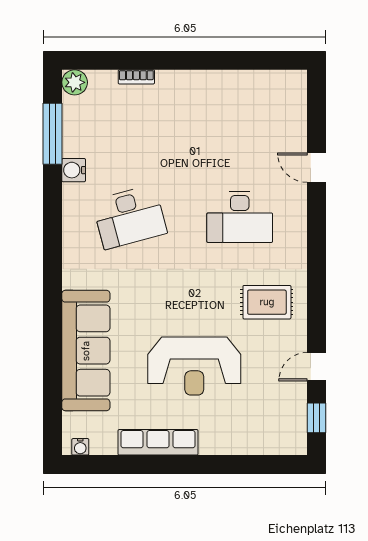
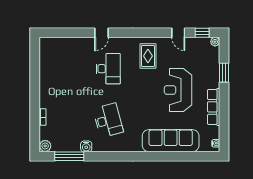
door: (317, 168) -> (102, 33), moved
reception desk: (194, 366) -> (178, 90), turned 180
plant: (297, 445) -> (215, 42), added
window: (231, 465) -> (224, 73), added

